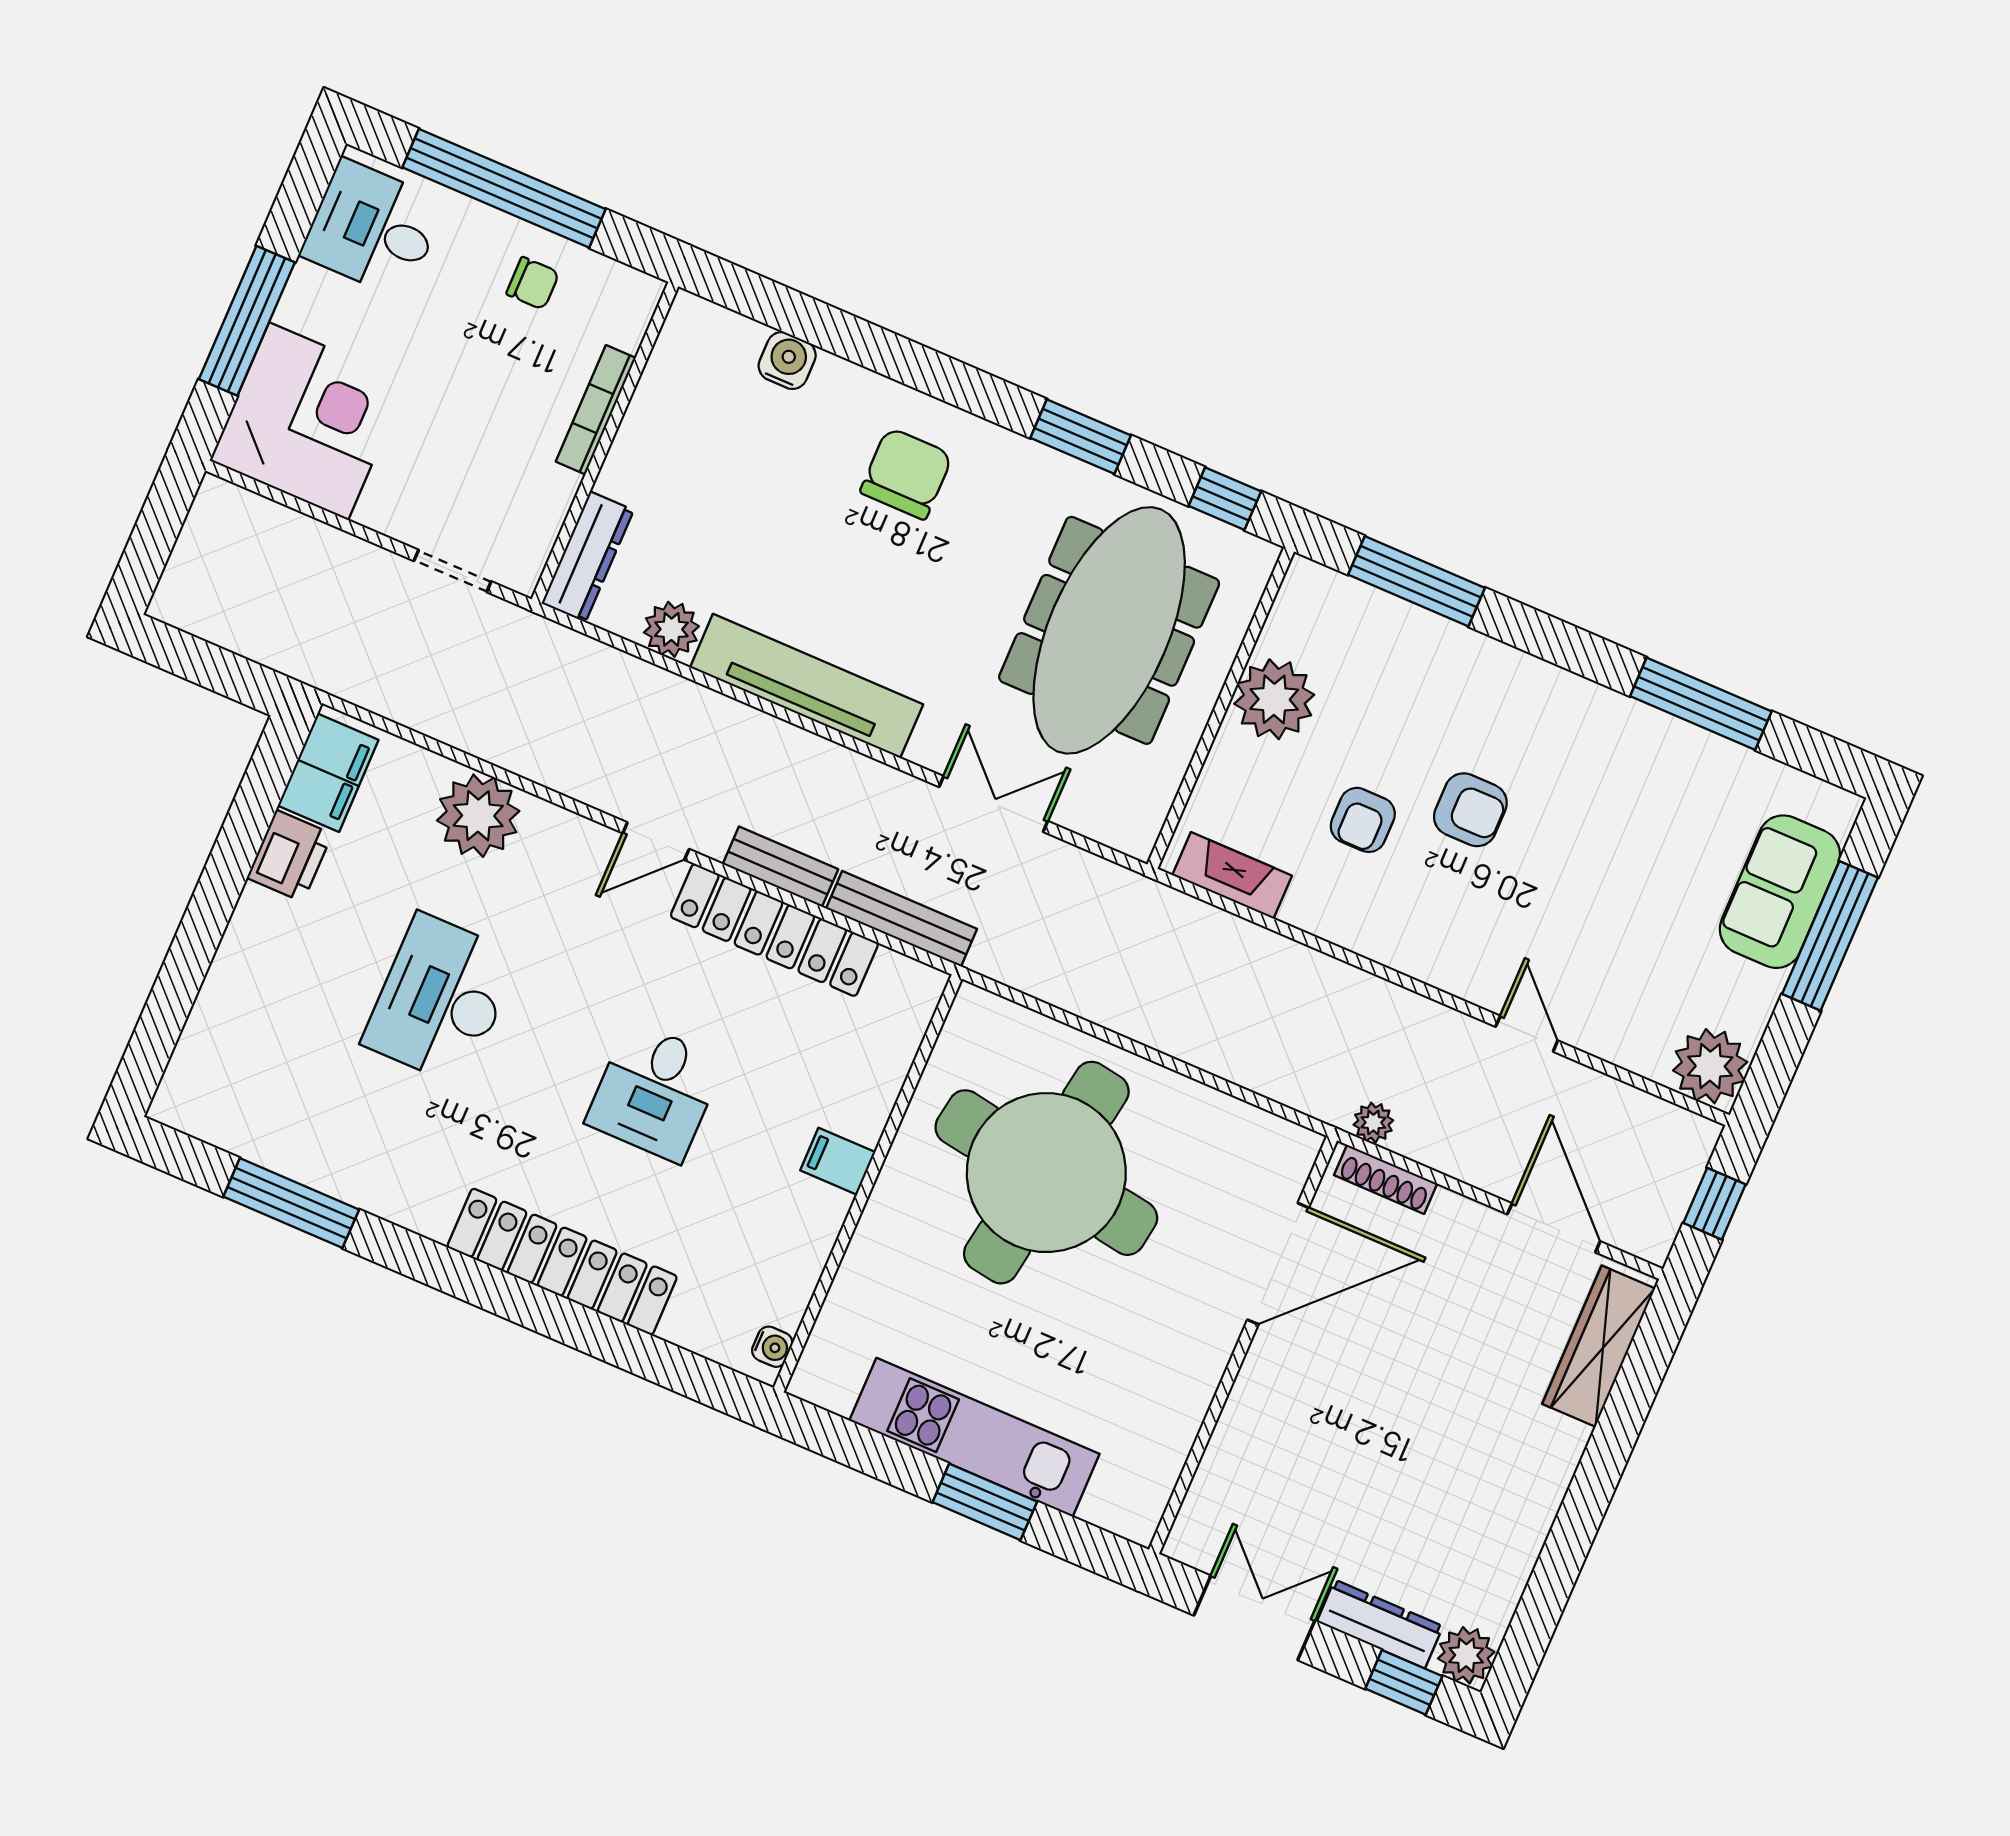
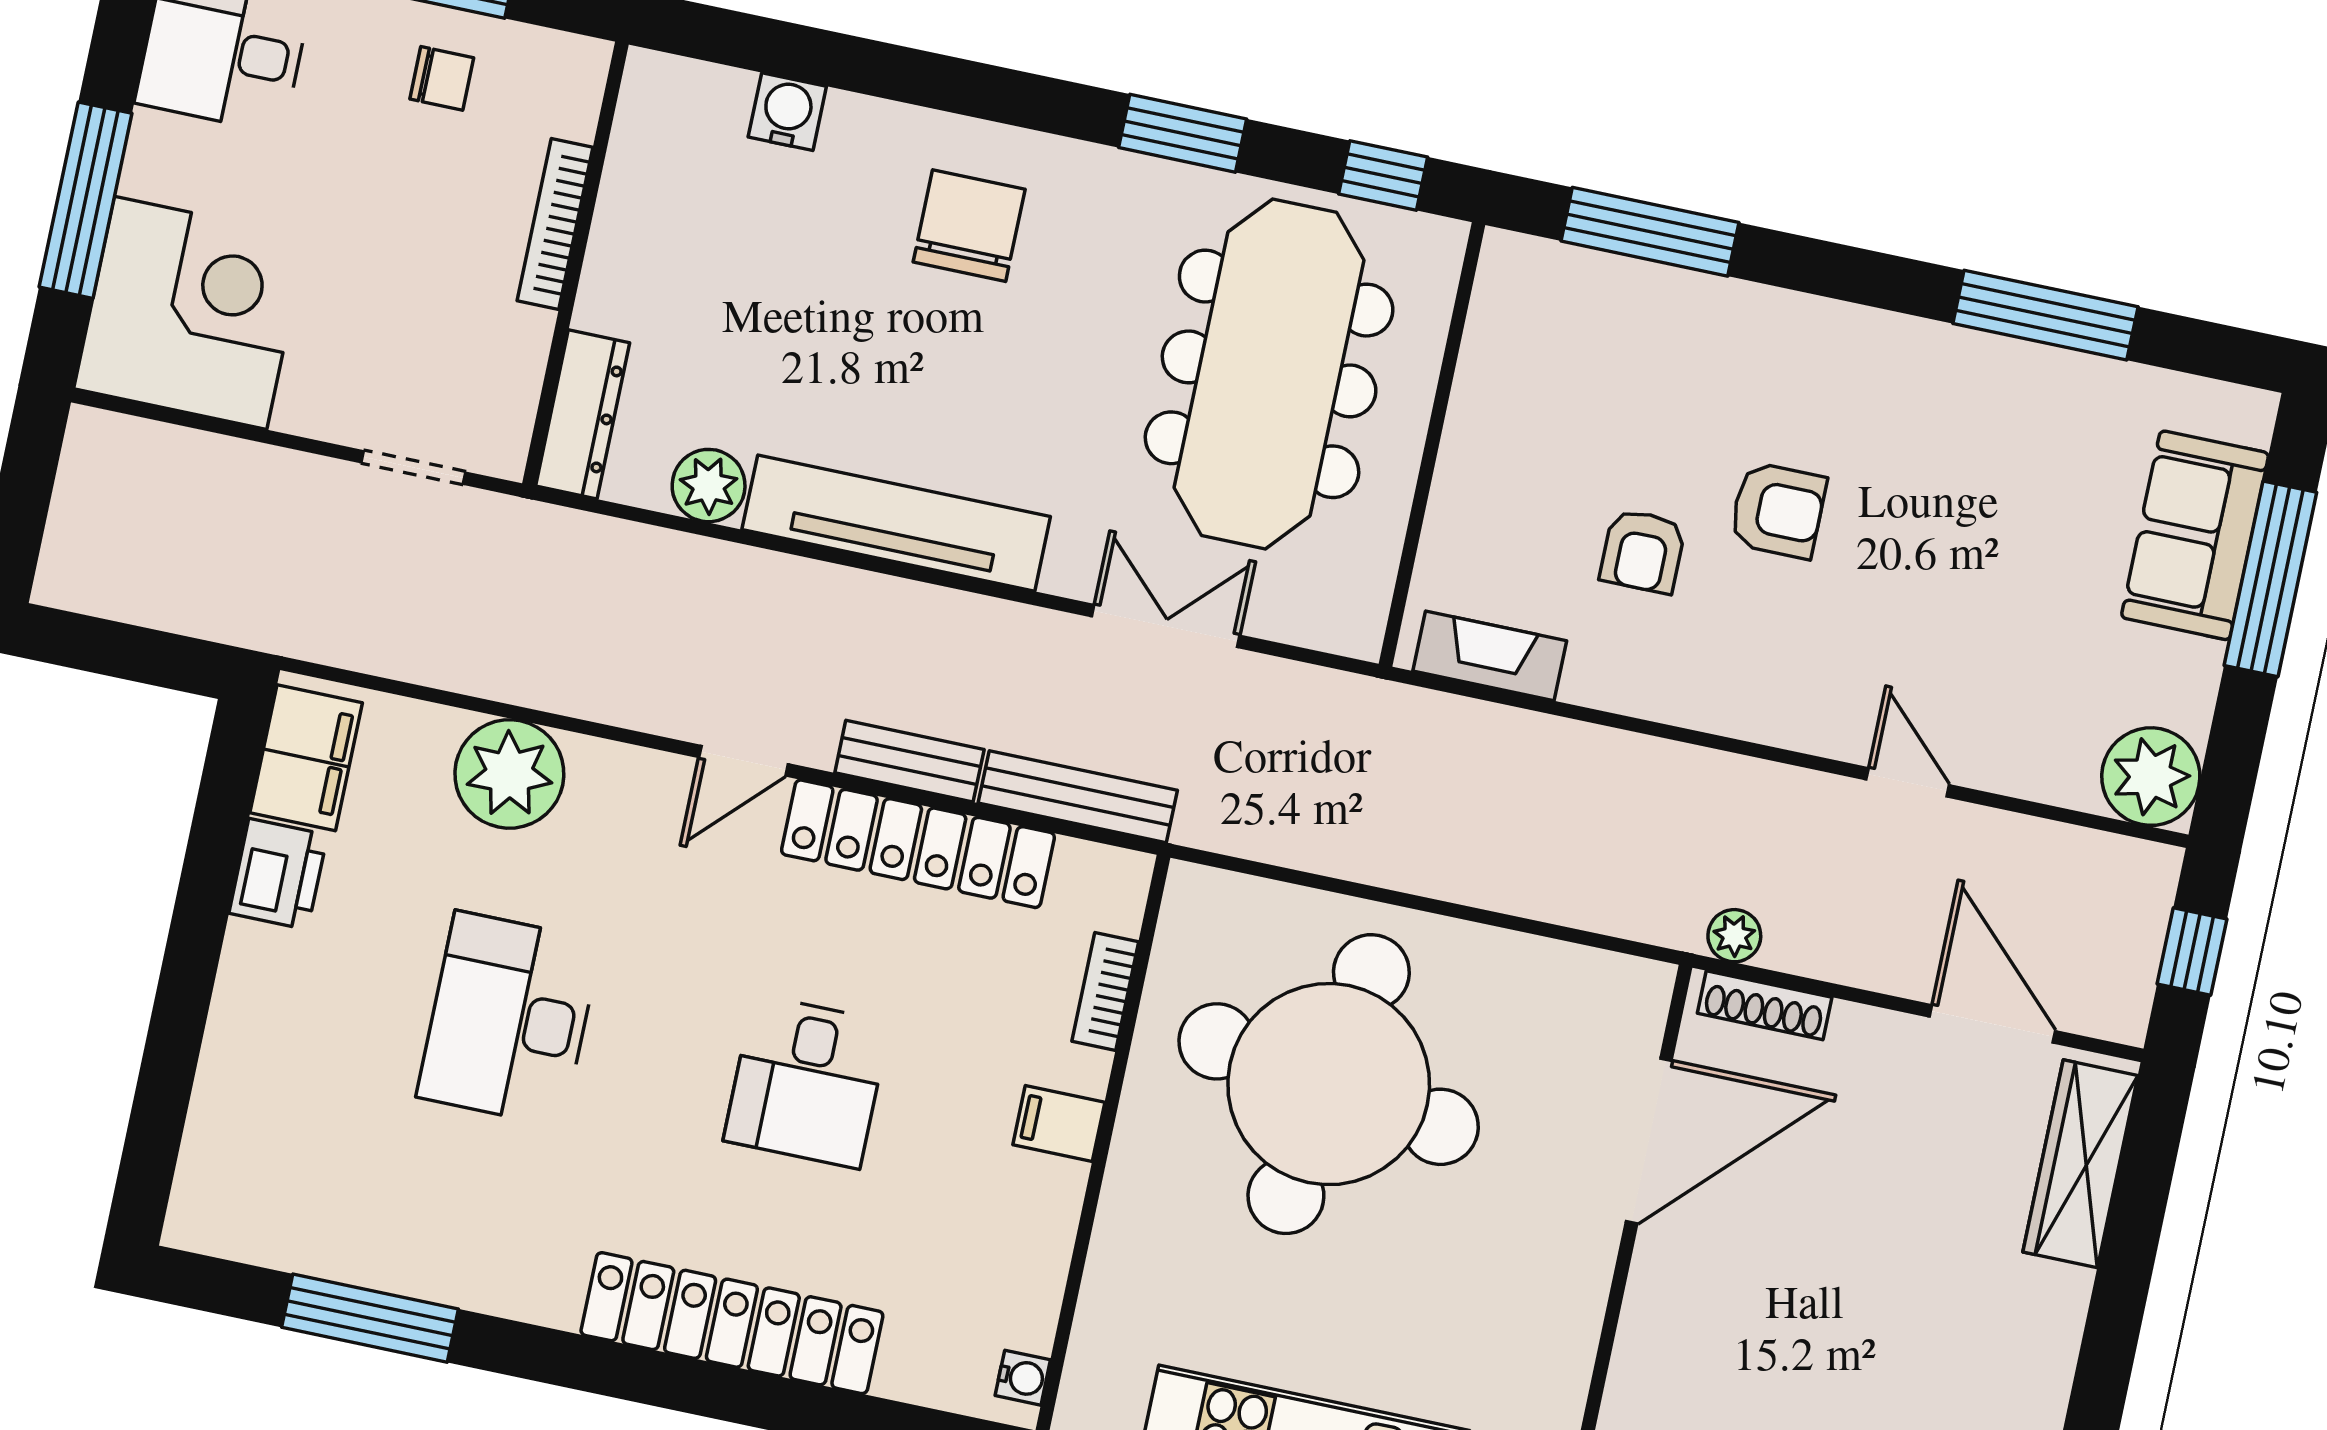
plant: (1274, 699) -> (1498, 420), removed
bookcase: (893, 1069) -> (1105, 992), added

